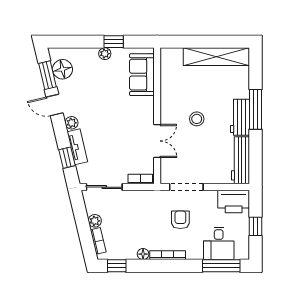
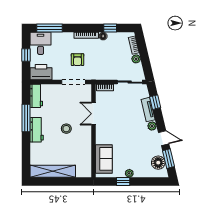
window: (255, 109) -> (26, 118), moved
workbench: (241, 160) -> (36, 96), width x0.73
desk: (219, 243) -> (41, 43), moved
window: (117, 266) -> (110, 28), moved

